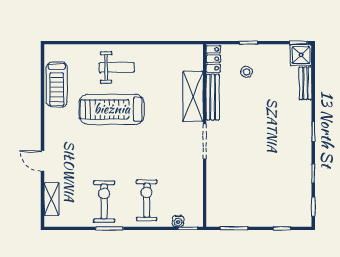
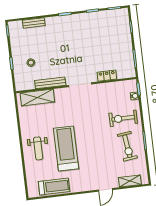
shower: (301, 55) -> (15, 28), removed
locker: (213, 59) -> (107, 76), moved
weight bench: (117, 67) -> (38, 148), turned 180
shelving: (193, 96) -> (37, 98), moved
treadmill: (112, 109) -> (66, 148), turned 180
exercise bike: (104, 201) -> (127, 146), turned -97

